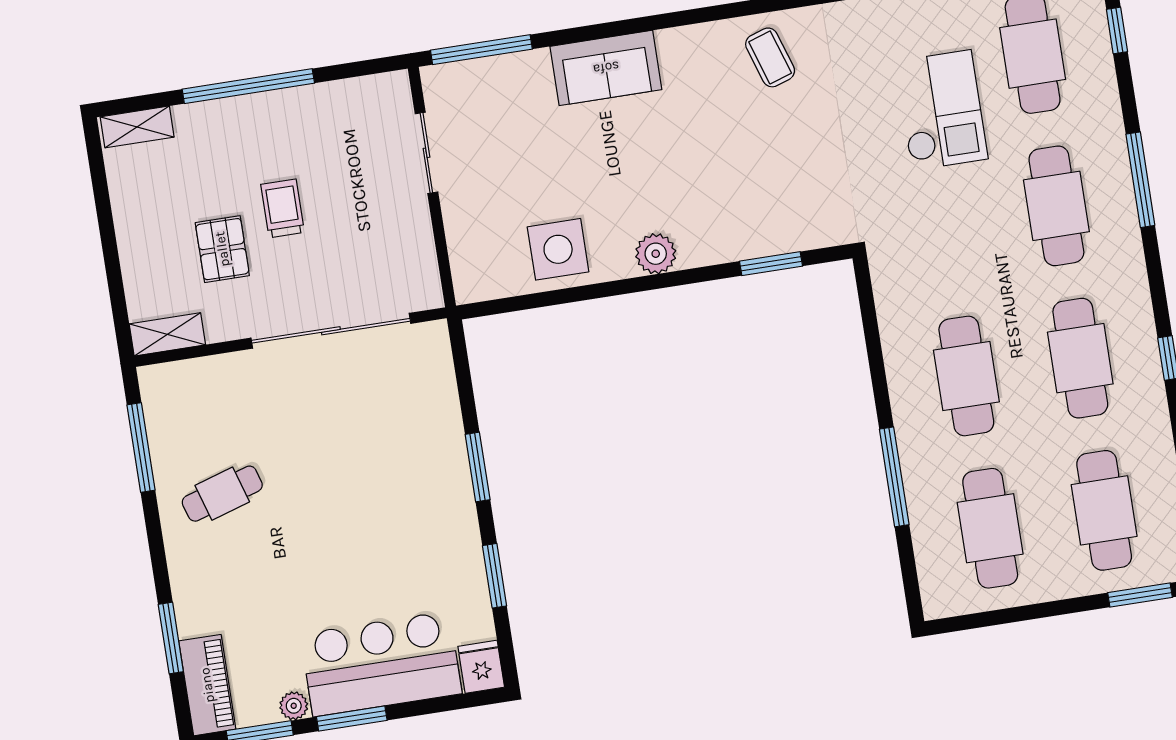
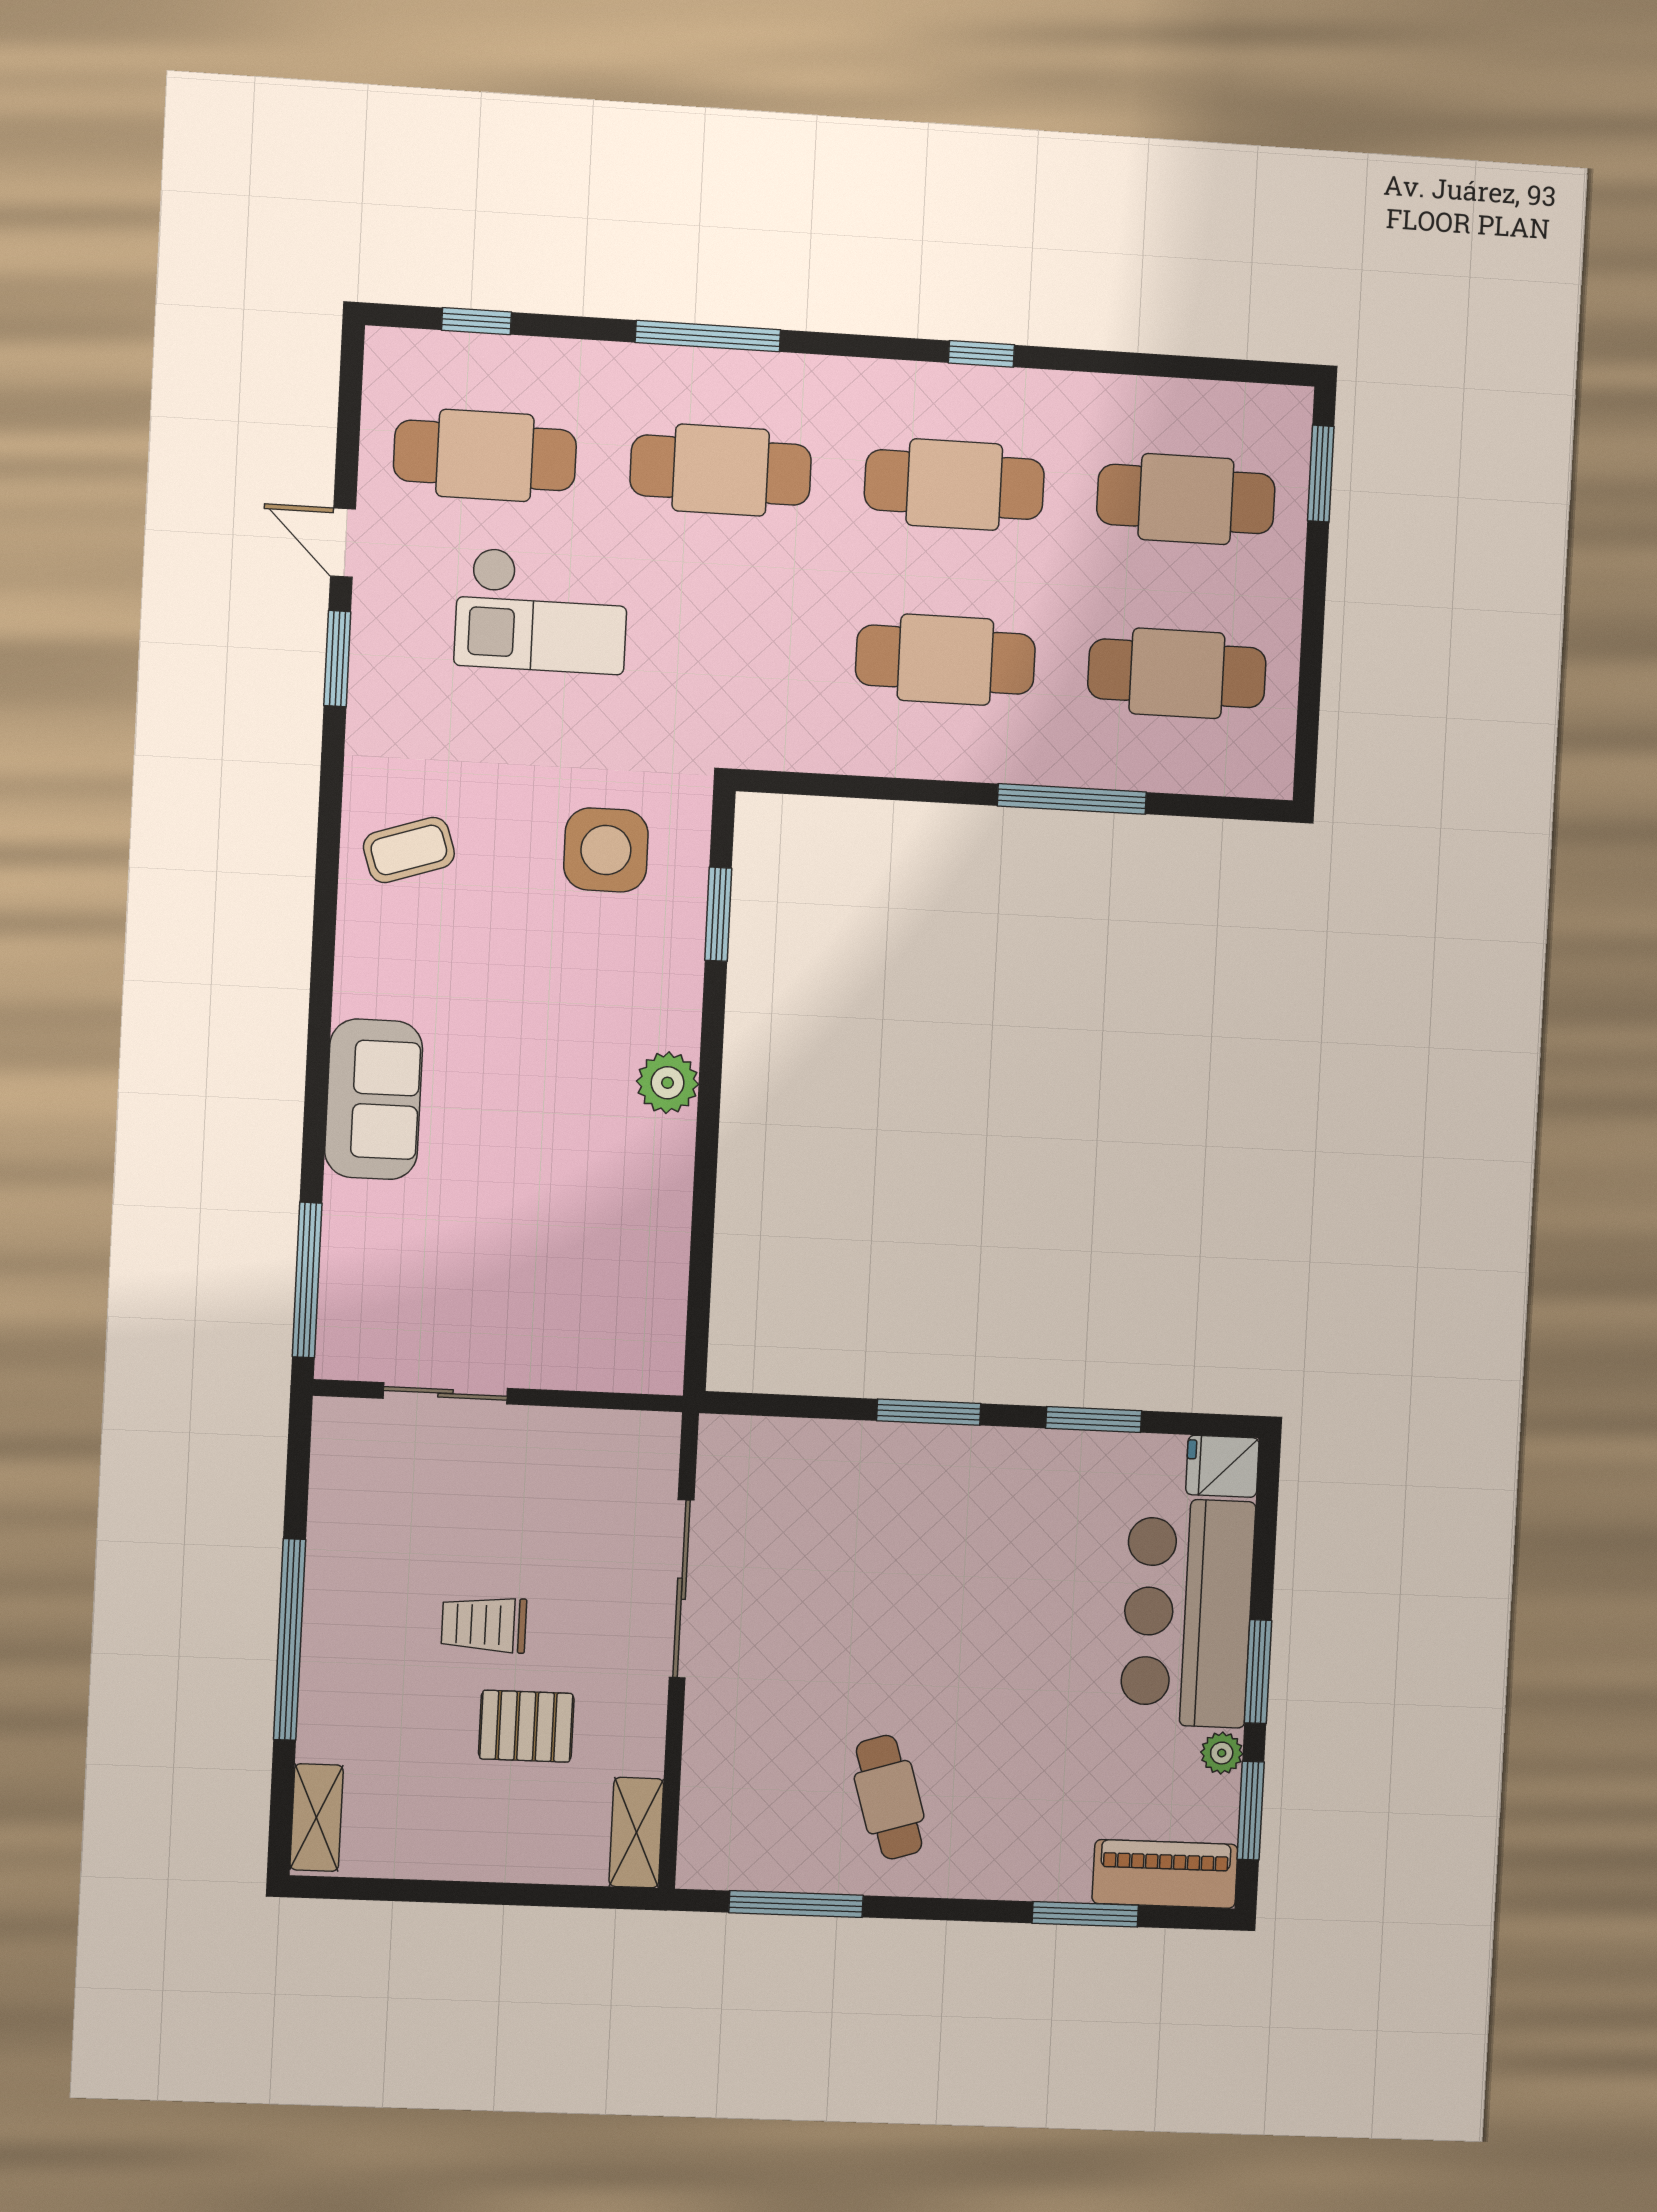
checkout: (941, 110) -> (542, 611), turned 180
side table: (558, 249) -> (606, 850), moved
sliding door: (331, 331) -> (682, 1589), width x0.73

